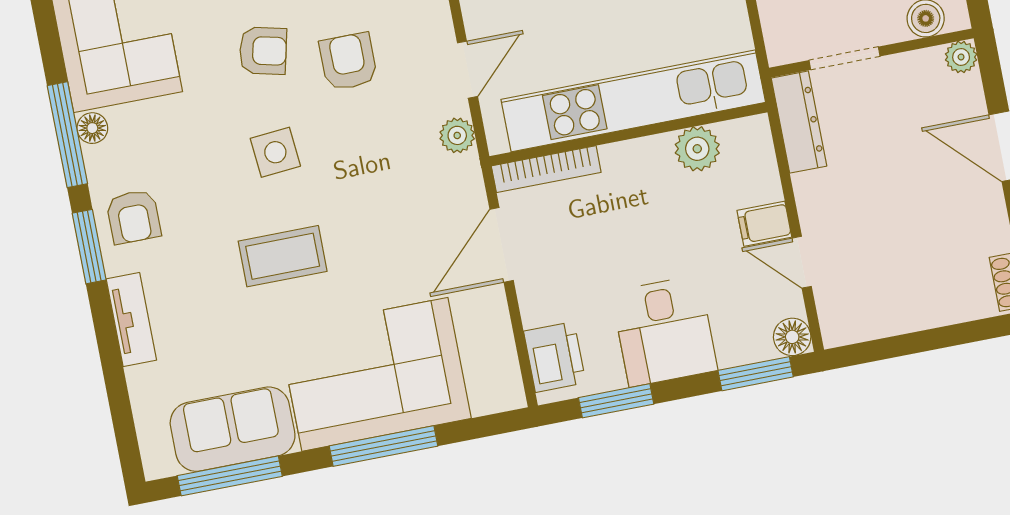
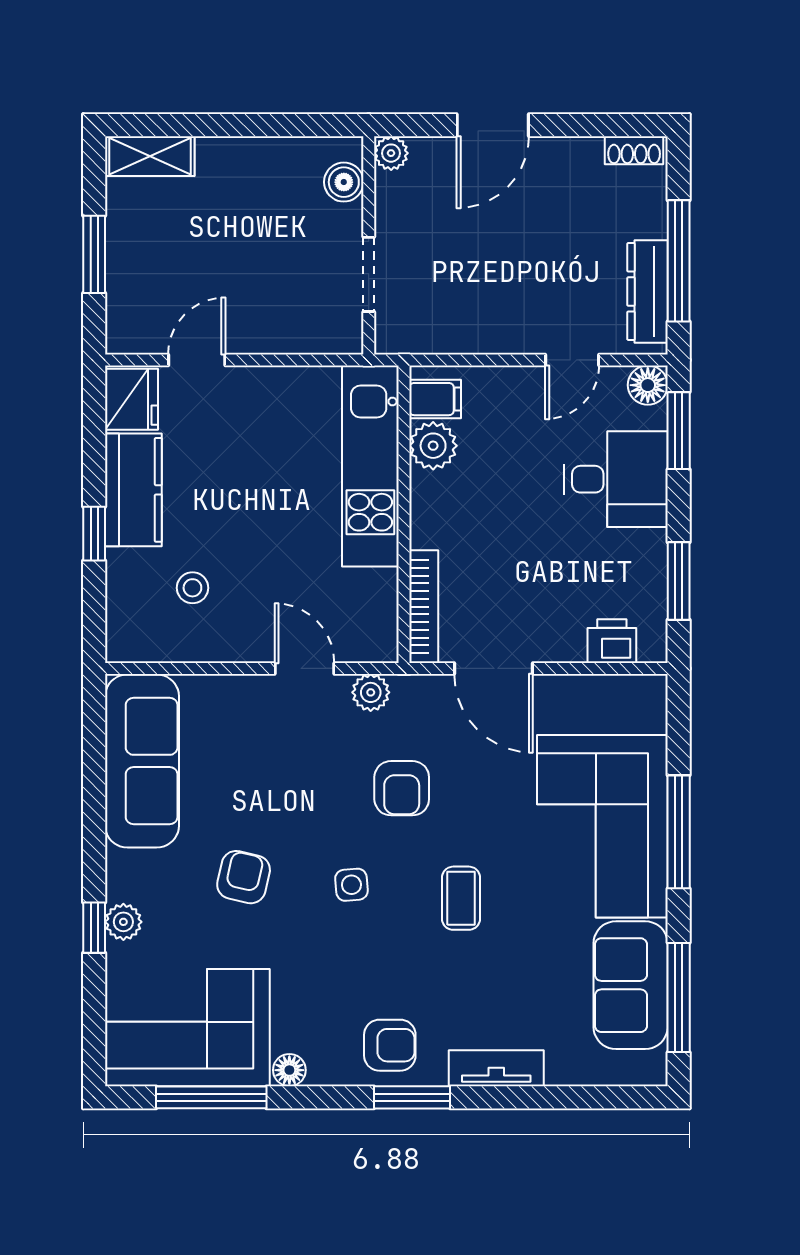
armchair: (348, 62) -> (402, 788), moved, turned -90
kitchen unit: (633, 101) -> (370, 466), width x0.73
dresser: (799, 122) -> (647, 292), moved, turned -90
window: (67, 135) -> (211, 1097), moved
side table: (275, 152) -> (351, 885), width x0.73, depth x0.73
filing cabinet: (764, 224) -> (435, 399), moved, turned -90
coffee table: (283, 256) -> (461, 898), width x0.73, depth x0.77
desk: (664, 331) -> (616, 479), moved
window: (913, 343) -> (679, 261), added
printer: (555, 357) -> (612, 641), width x0.73, depth x0.81

